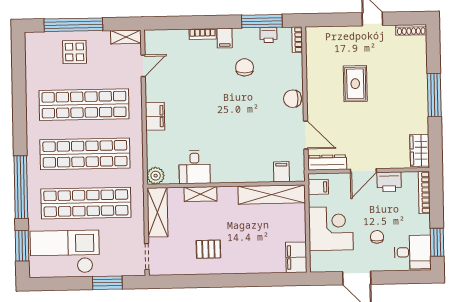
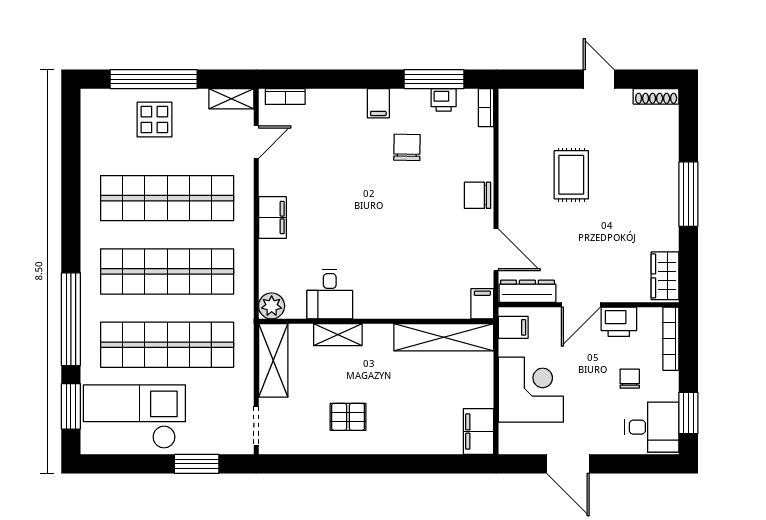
bookcase: (203, 34) -> (285, 96), moved
filing cabinet: (281, 172) -> (482, 304), moved
chair: (377, 237) -> (630, 379), moved

